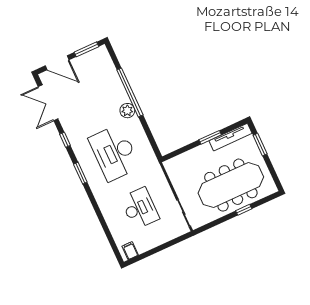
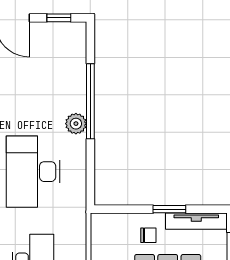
window: (86, 49) -> (59, 18), width x0.67
chair: (205, 160) -> (148, 235), added

